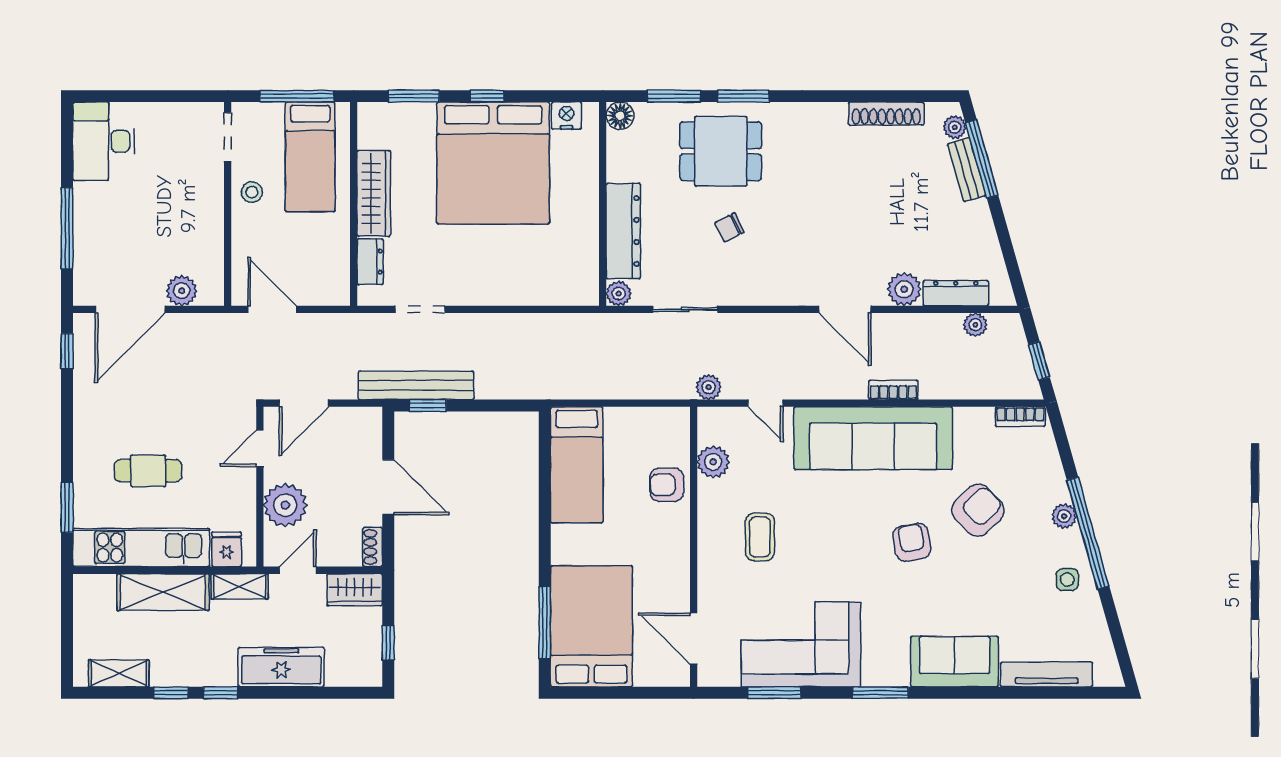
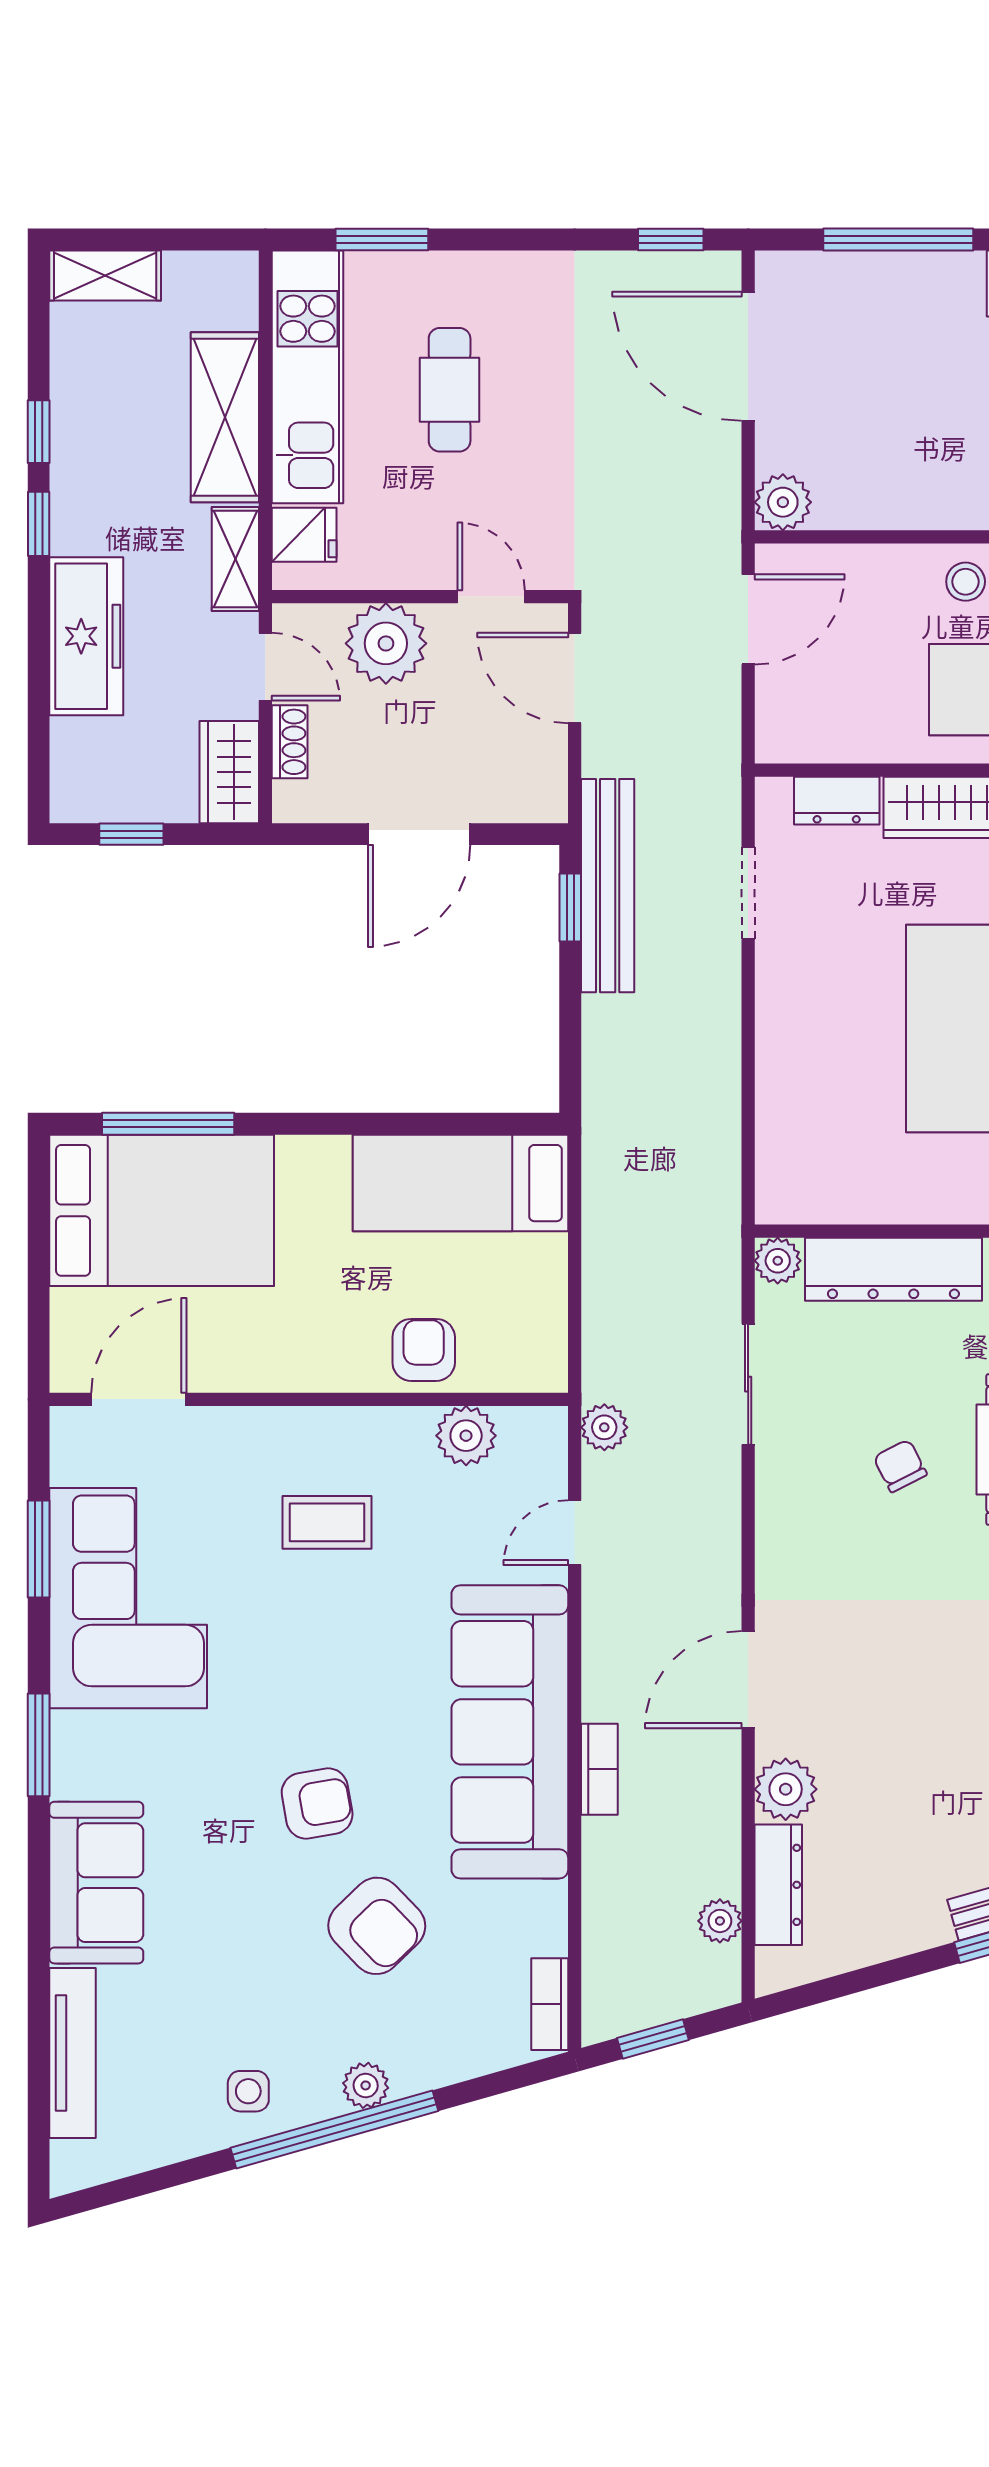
plant: (182, 291) -> (783, 502), moved
shoe rack: (373, 547) -> (290, 742), moved, turned 90
shelving: (119, 673) -> (105, 276), moved, turned 90

